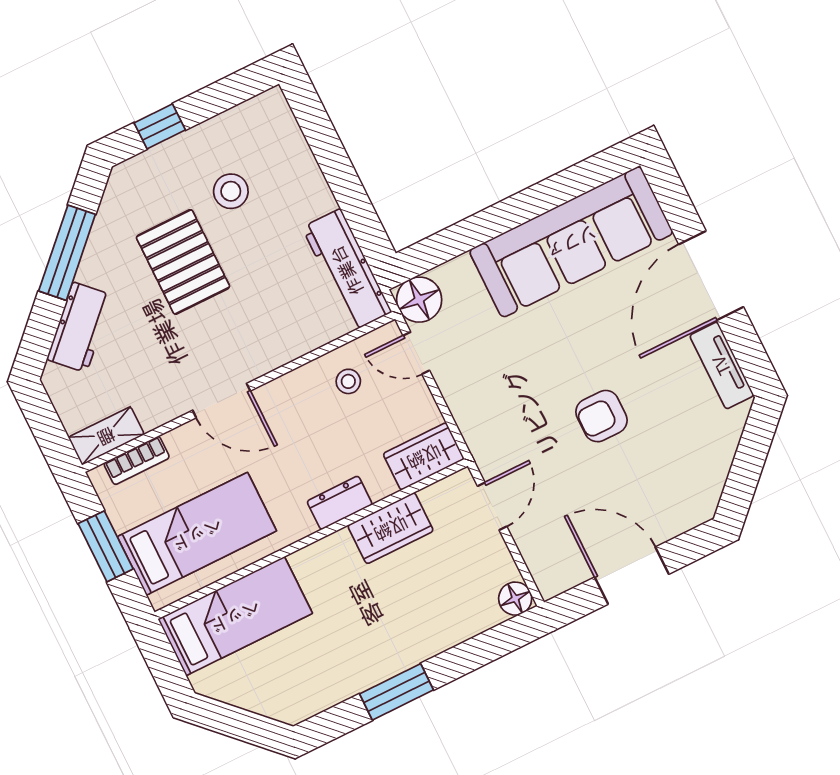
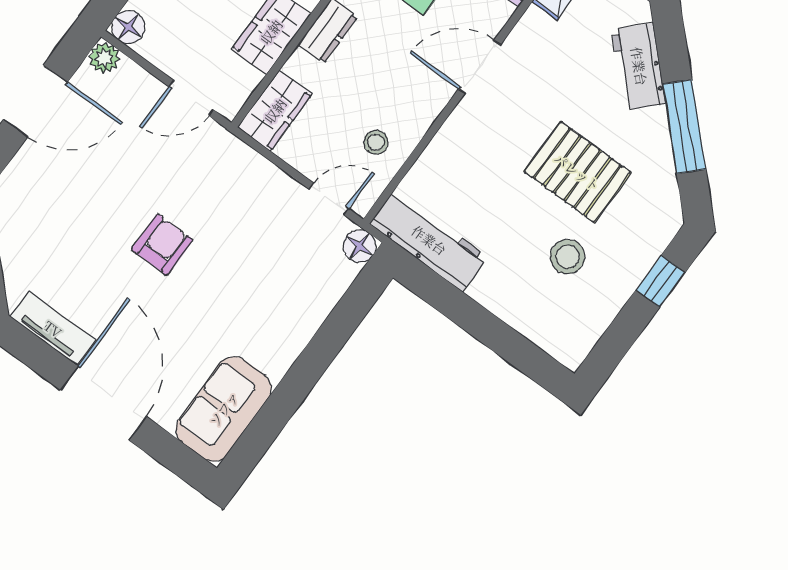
sofa: (571, 242) -> (224, 409), width x0.54, depth x0.79
floor lamp: (419, 300) -> (360, 246), width x0.73, depth x0.73
armchair: (601, 416) -> (162, 245), moved
door: (492, 506) -> (191, 98), hinge flipped
plant: (551, 582) -> (104, 58), added

